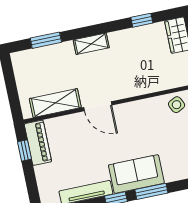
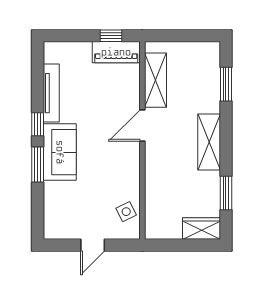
window: (142, 20) -> (226, 193), width x1.50
shelving: (91, 44) -> (209, 142), width x1.50, depth x1.33

